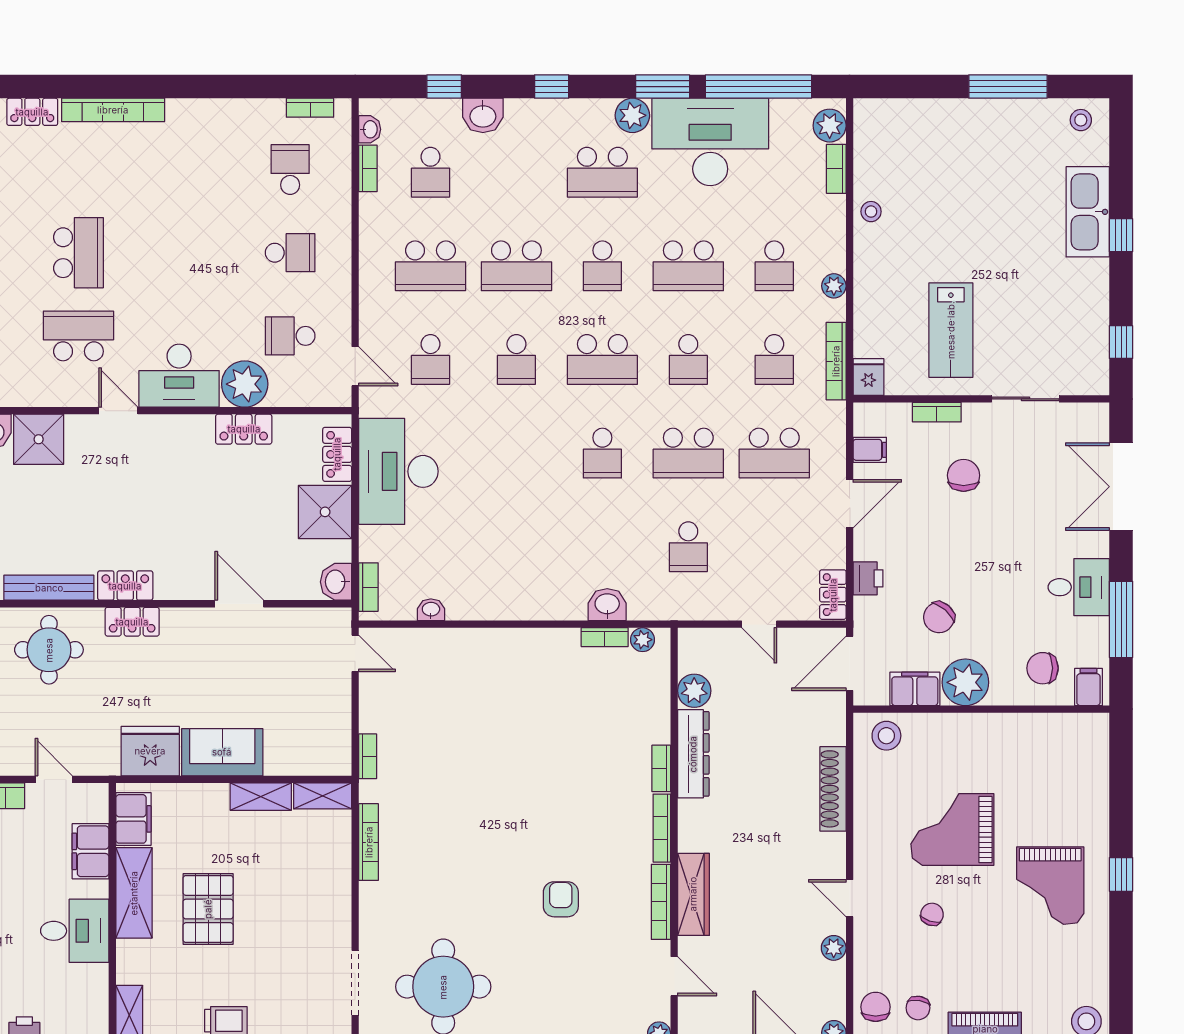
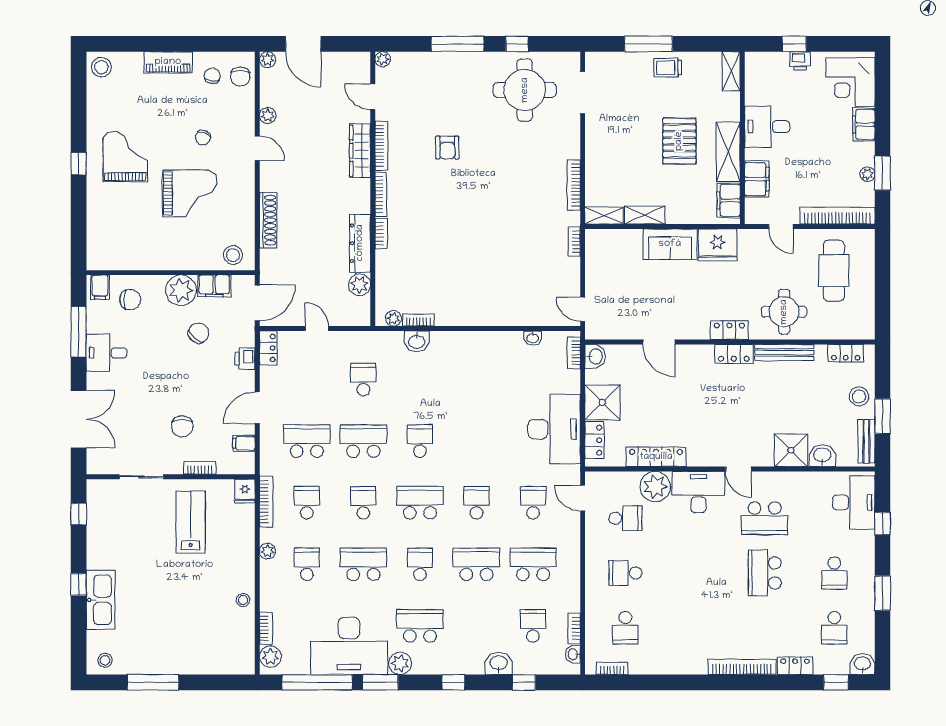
locker: (244, 429) -> (656, 457), width x1.53

